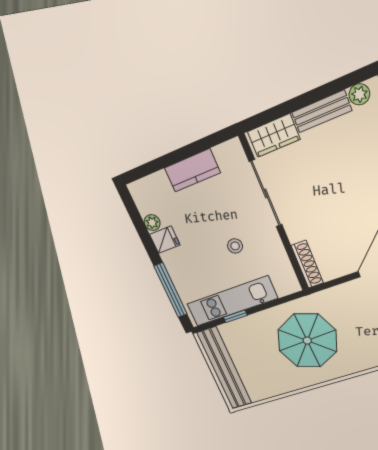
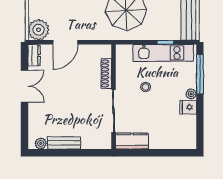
wardrobe: (274, 136) -> (96, 141), removed
kitchen counter: (192, 170) -> (132, 141), moved
plant: (152, 223) -> (191, 94), moved
shoe rack: (307, 264) -> (106, 73), moved

